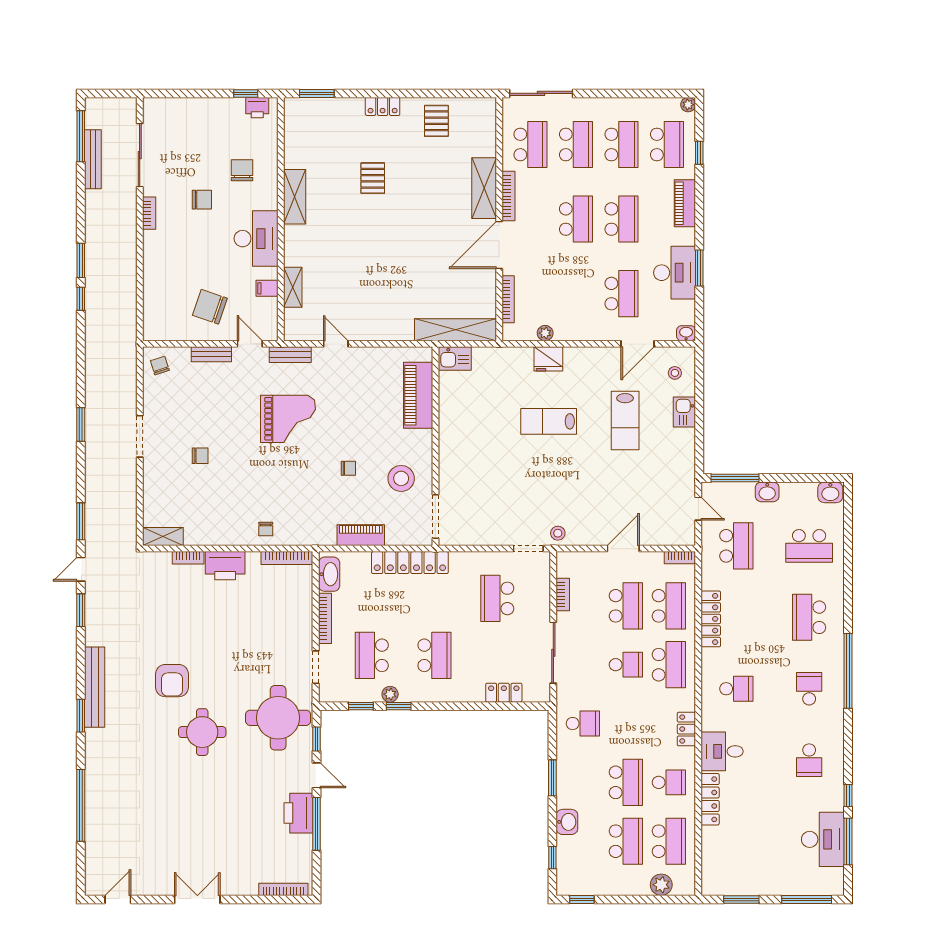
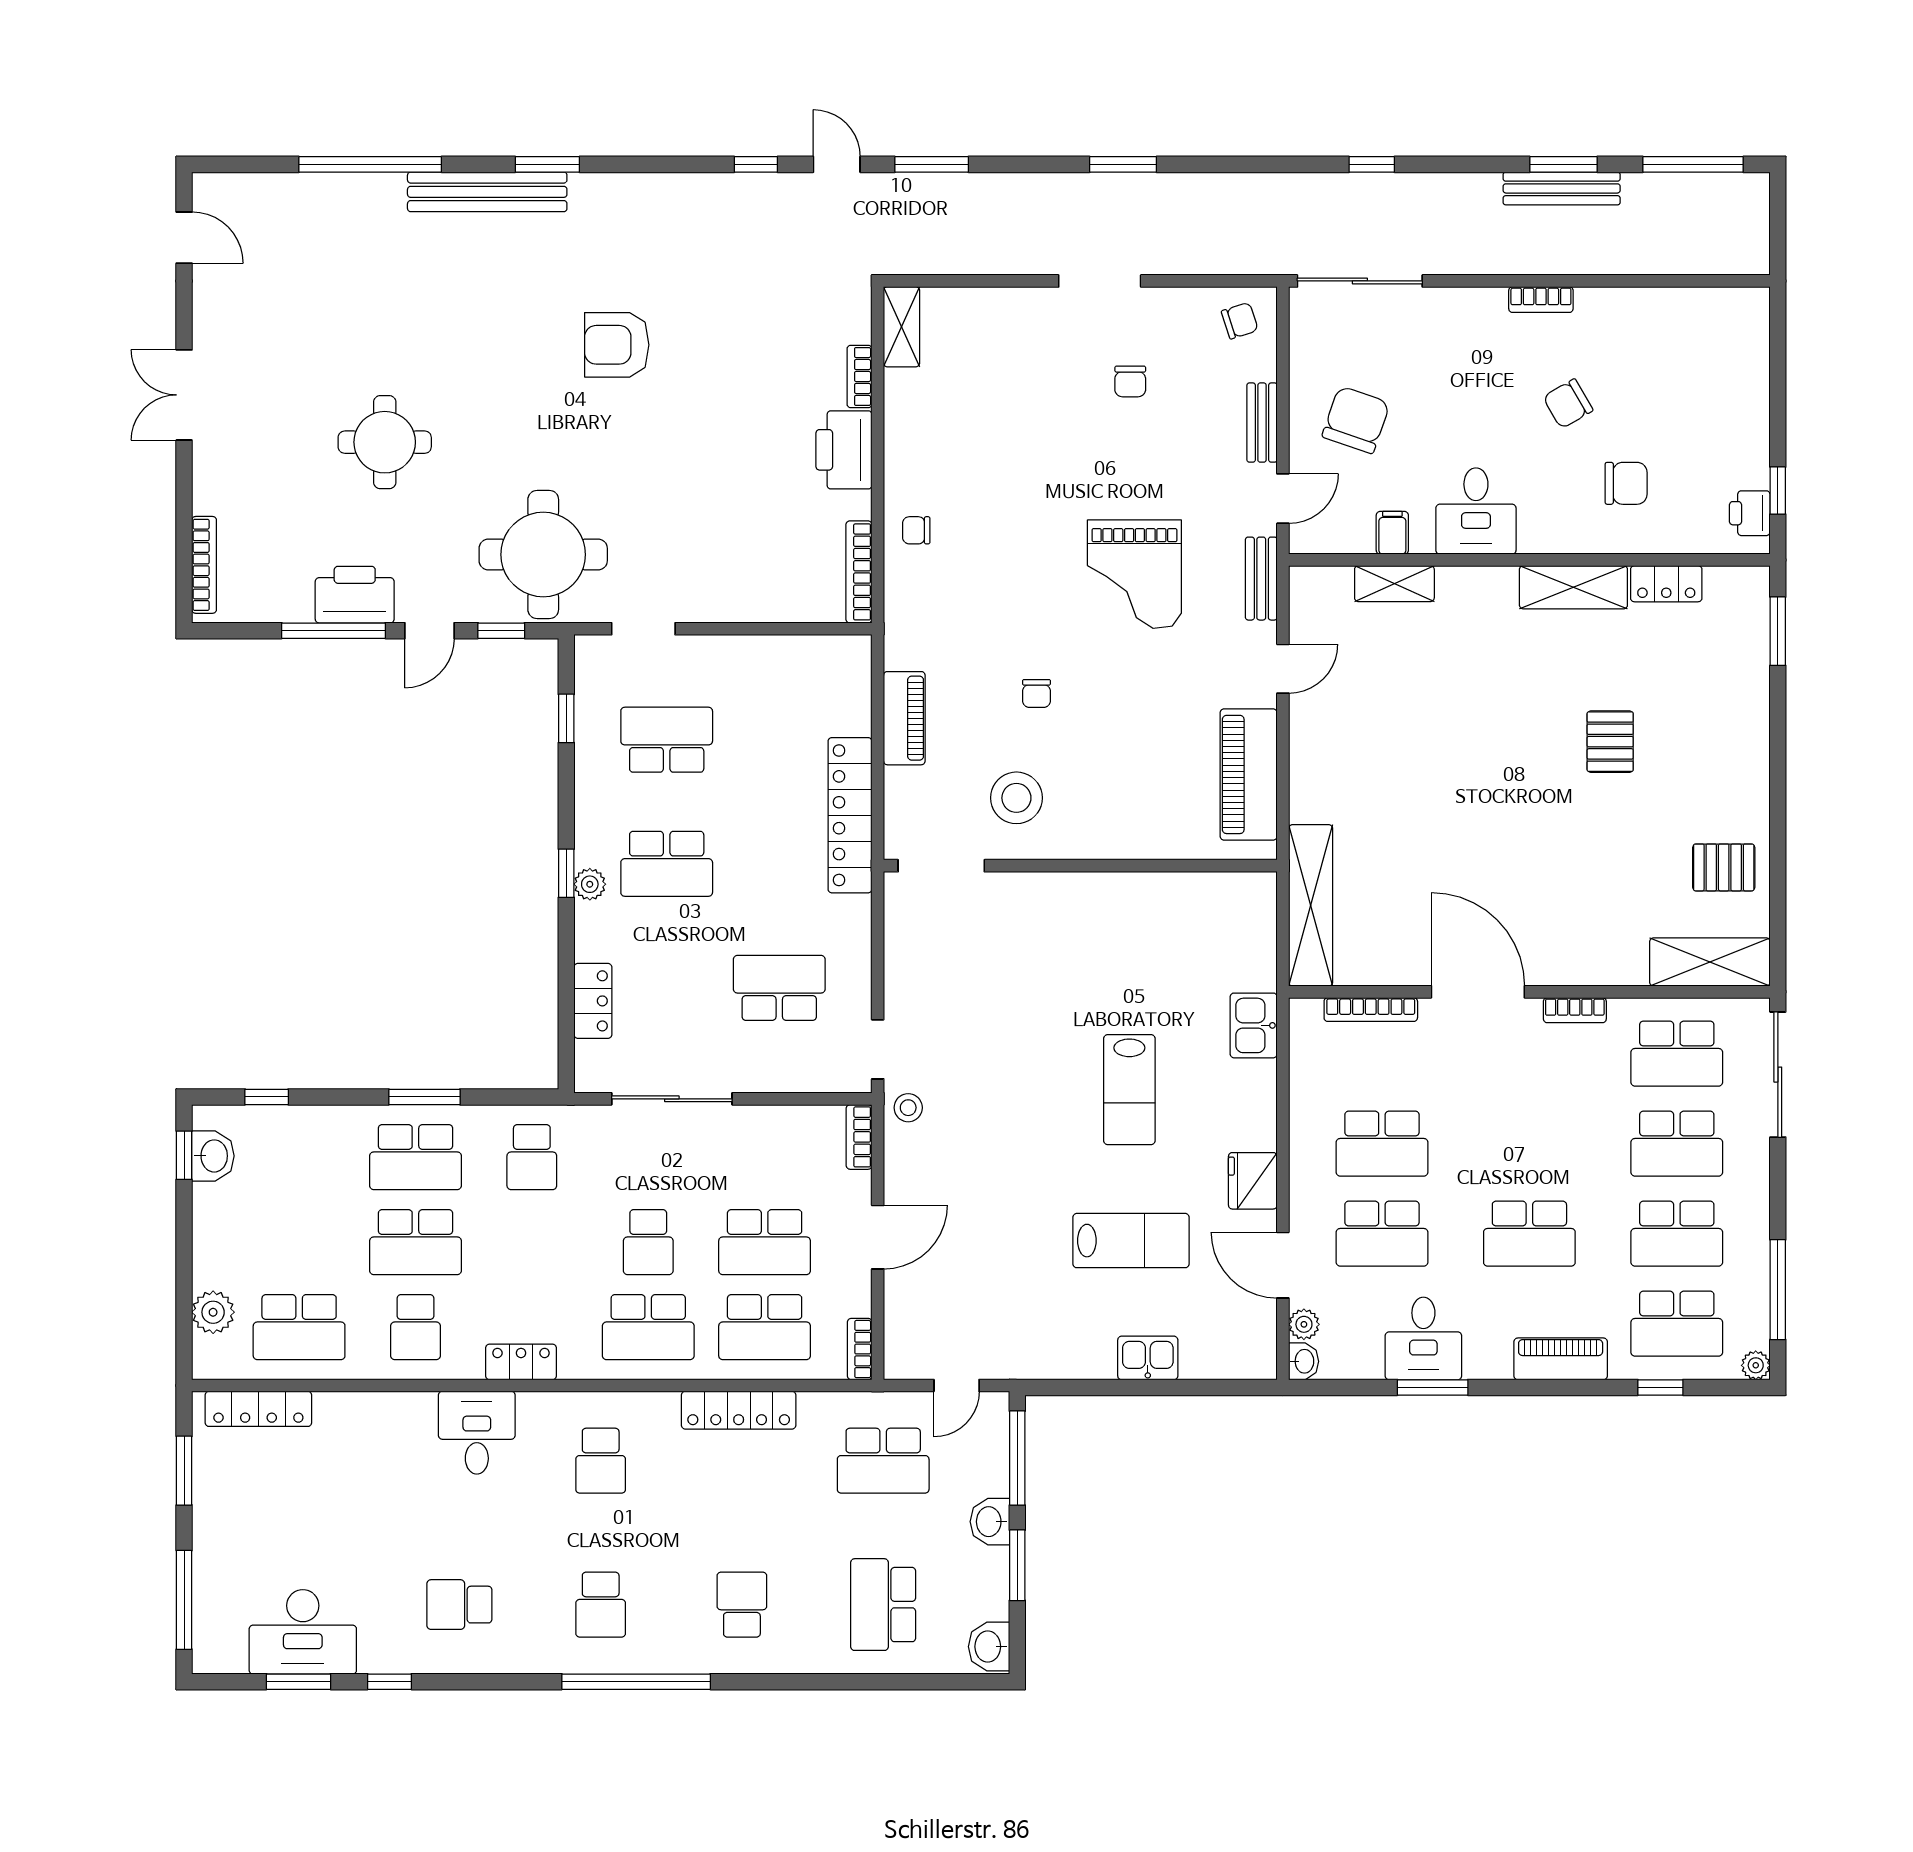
window: (650, 93) -> (1778, 1290), added
locker: (383, 106) -> (1666, 584), moved, turned -90
sliding door: (140, 155) -> (1360, 281), moved
bench: (93, 159) -> (1562, 188), moved
pallet: (373, 178) -> (1610, 742), turned 90
shelving: (484, 188) -> (1710, 962), moved
bookcase: (508, 196) -> (1575, 1010), width x0.64
chair: (202, 200) -> (1568, 404), turned 60
school desk: (576, 219) -> (1382, 1144), moved
desk: (256, 239) -> (1476, 511), width x0.73
window: (81, 260) -> (1563, 164), moved
desk: (675, 273) -> (1423, 1338), width x0.73
plant: (545, 333) -> (1304, 1324), moved
kitchen sink: (455, 358) -> (1254, 1025), moved
fridge: (548, 359) -> (1253, 1181), moved
stool: (675, 373) -> (1225, 1339), removed
piano: (418, 395) -> (1249, 774), moved, turned -90
lab bench: (625, 420) -> (1131, 1241), turned 180
lab bench: (549, 421) -> (1129, 1090), turned 180
chair: (200, 456) -> (1130, 381), moved
window: (789, 478) -> (1017, 1565), added
door: (623, 549) -> (878, 1237), hinge flipped
washbasin: (329, 574) -> (827, 655), removed
bookcase: (563, 595) -> (859, 1137), moved, turned 90
window: (81, 610) -> (756, 164), width x0.67
school desk: (809, 617) -> (742, 1605), width x0.54
bookcase: (325, 618) -> (740, 647), removed
bench: (95, 687) -> (487, 192), moved
school desk: (809, 689) -> (601, 1605), turned 90
plant: (390, 694) -> (590, 884), moved
window: (399, 706) -> (566, 873), moved
round table: (202, 732) -> (385, 442), moved
locker: (710, 799) -> (258, 1409), moved
washbasin: (567, 822) -> (213, 1156), moved, turned -90
school desk: (626, 841) -> (415, 1157), moved
window: (848, 842) -> (298, 1682), width x0.69
double door: (197, 899) -> (184, 395), swing flipped

